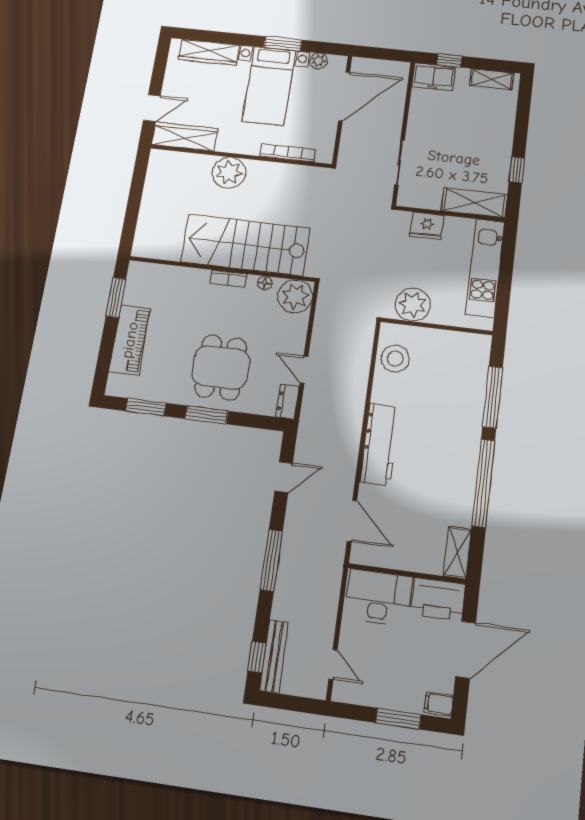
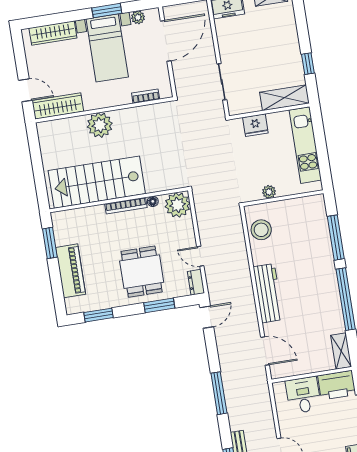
door: (152, 108) -> (25, 90), hinge flipped
bookcase: (288, 153) -> (146, 96), width x0.64
stairs: (245, 245) -> (97, 182), moved
bookcase: (228, 279) -> (126, 206), width x1.56
plant: (413, 305) -> (269, 192), width x0.53, depth x0.53
window: (207, 415) -> (159, 305), moved
door: (284, 477) -> (207, 317), moved
desk: (379, 598) -> (303, 395), width x0.73

